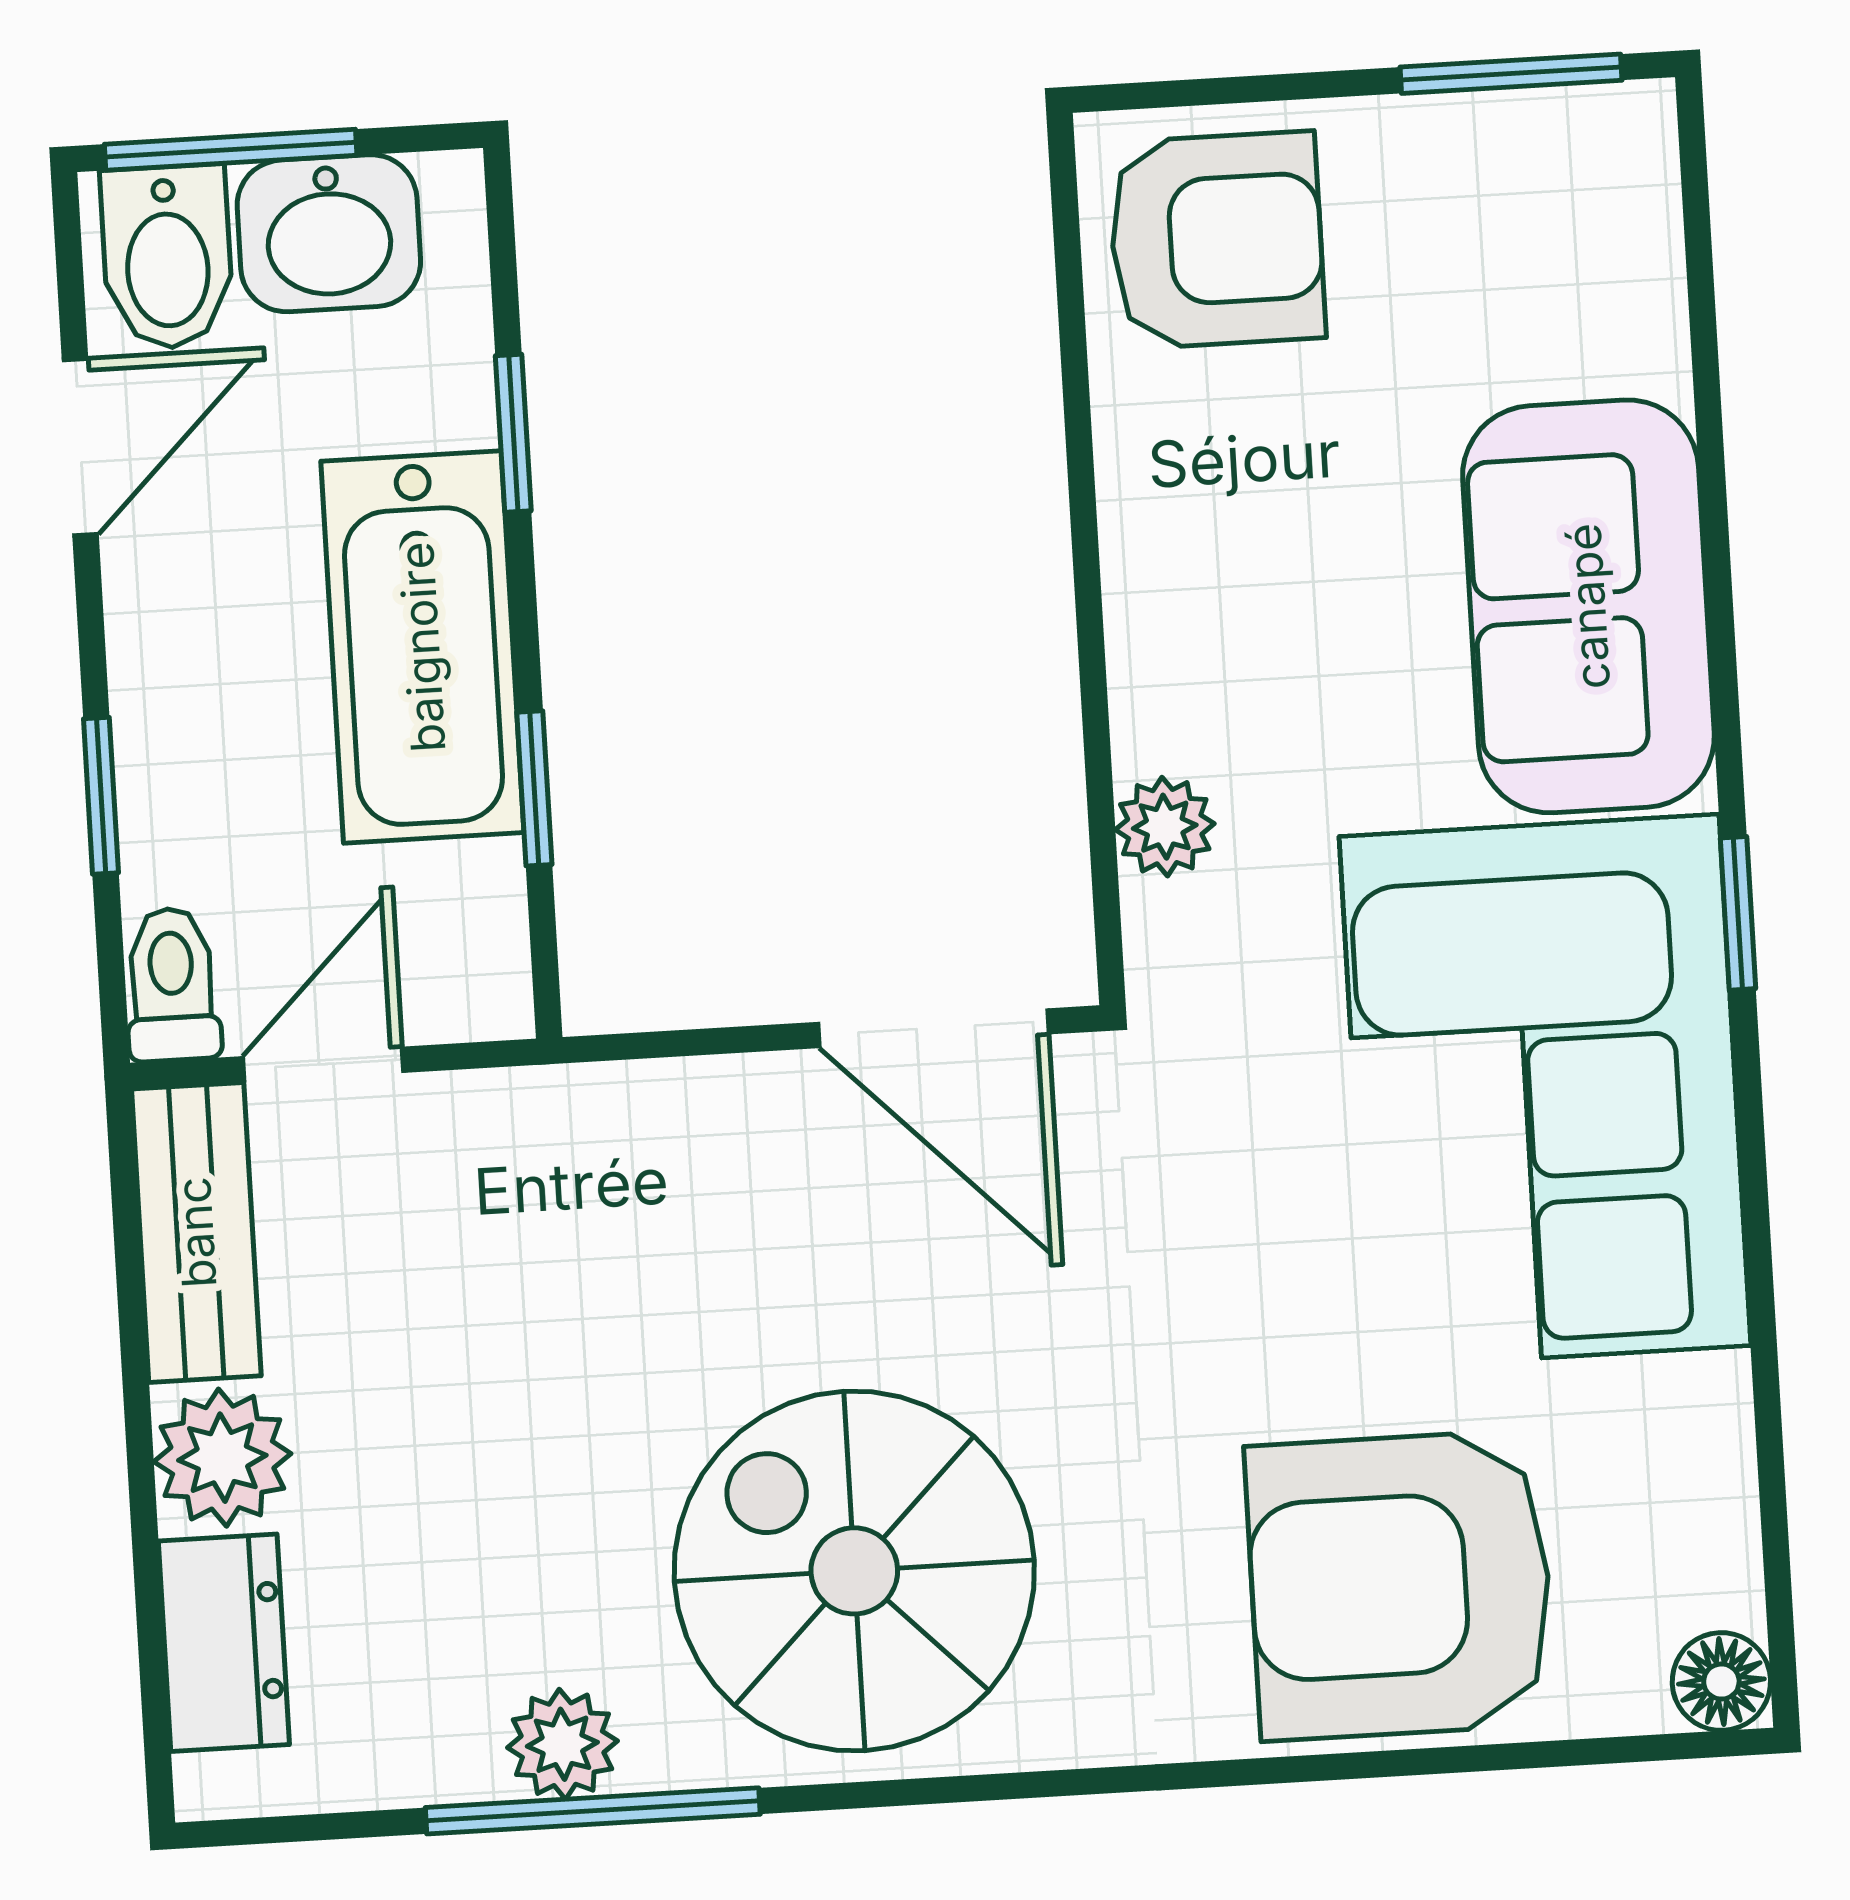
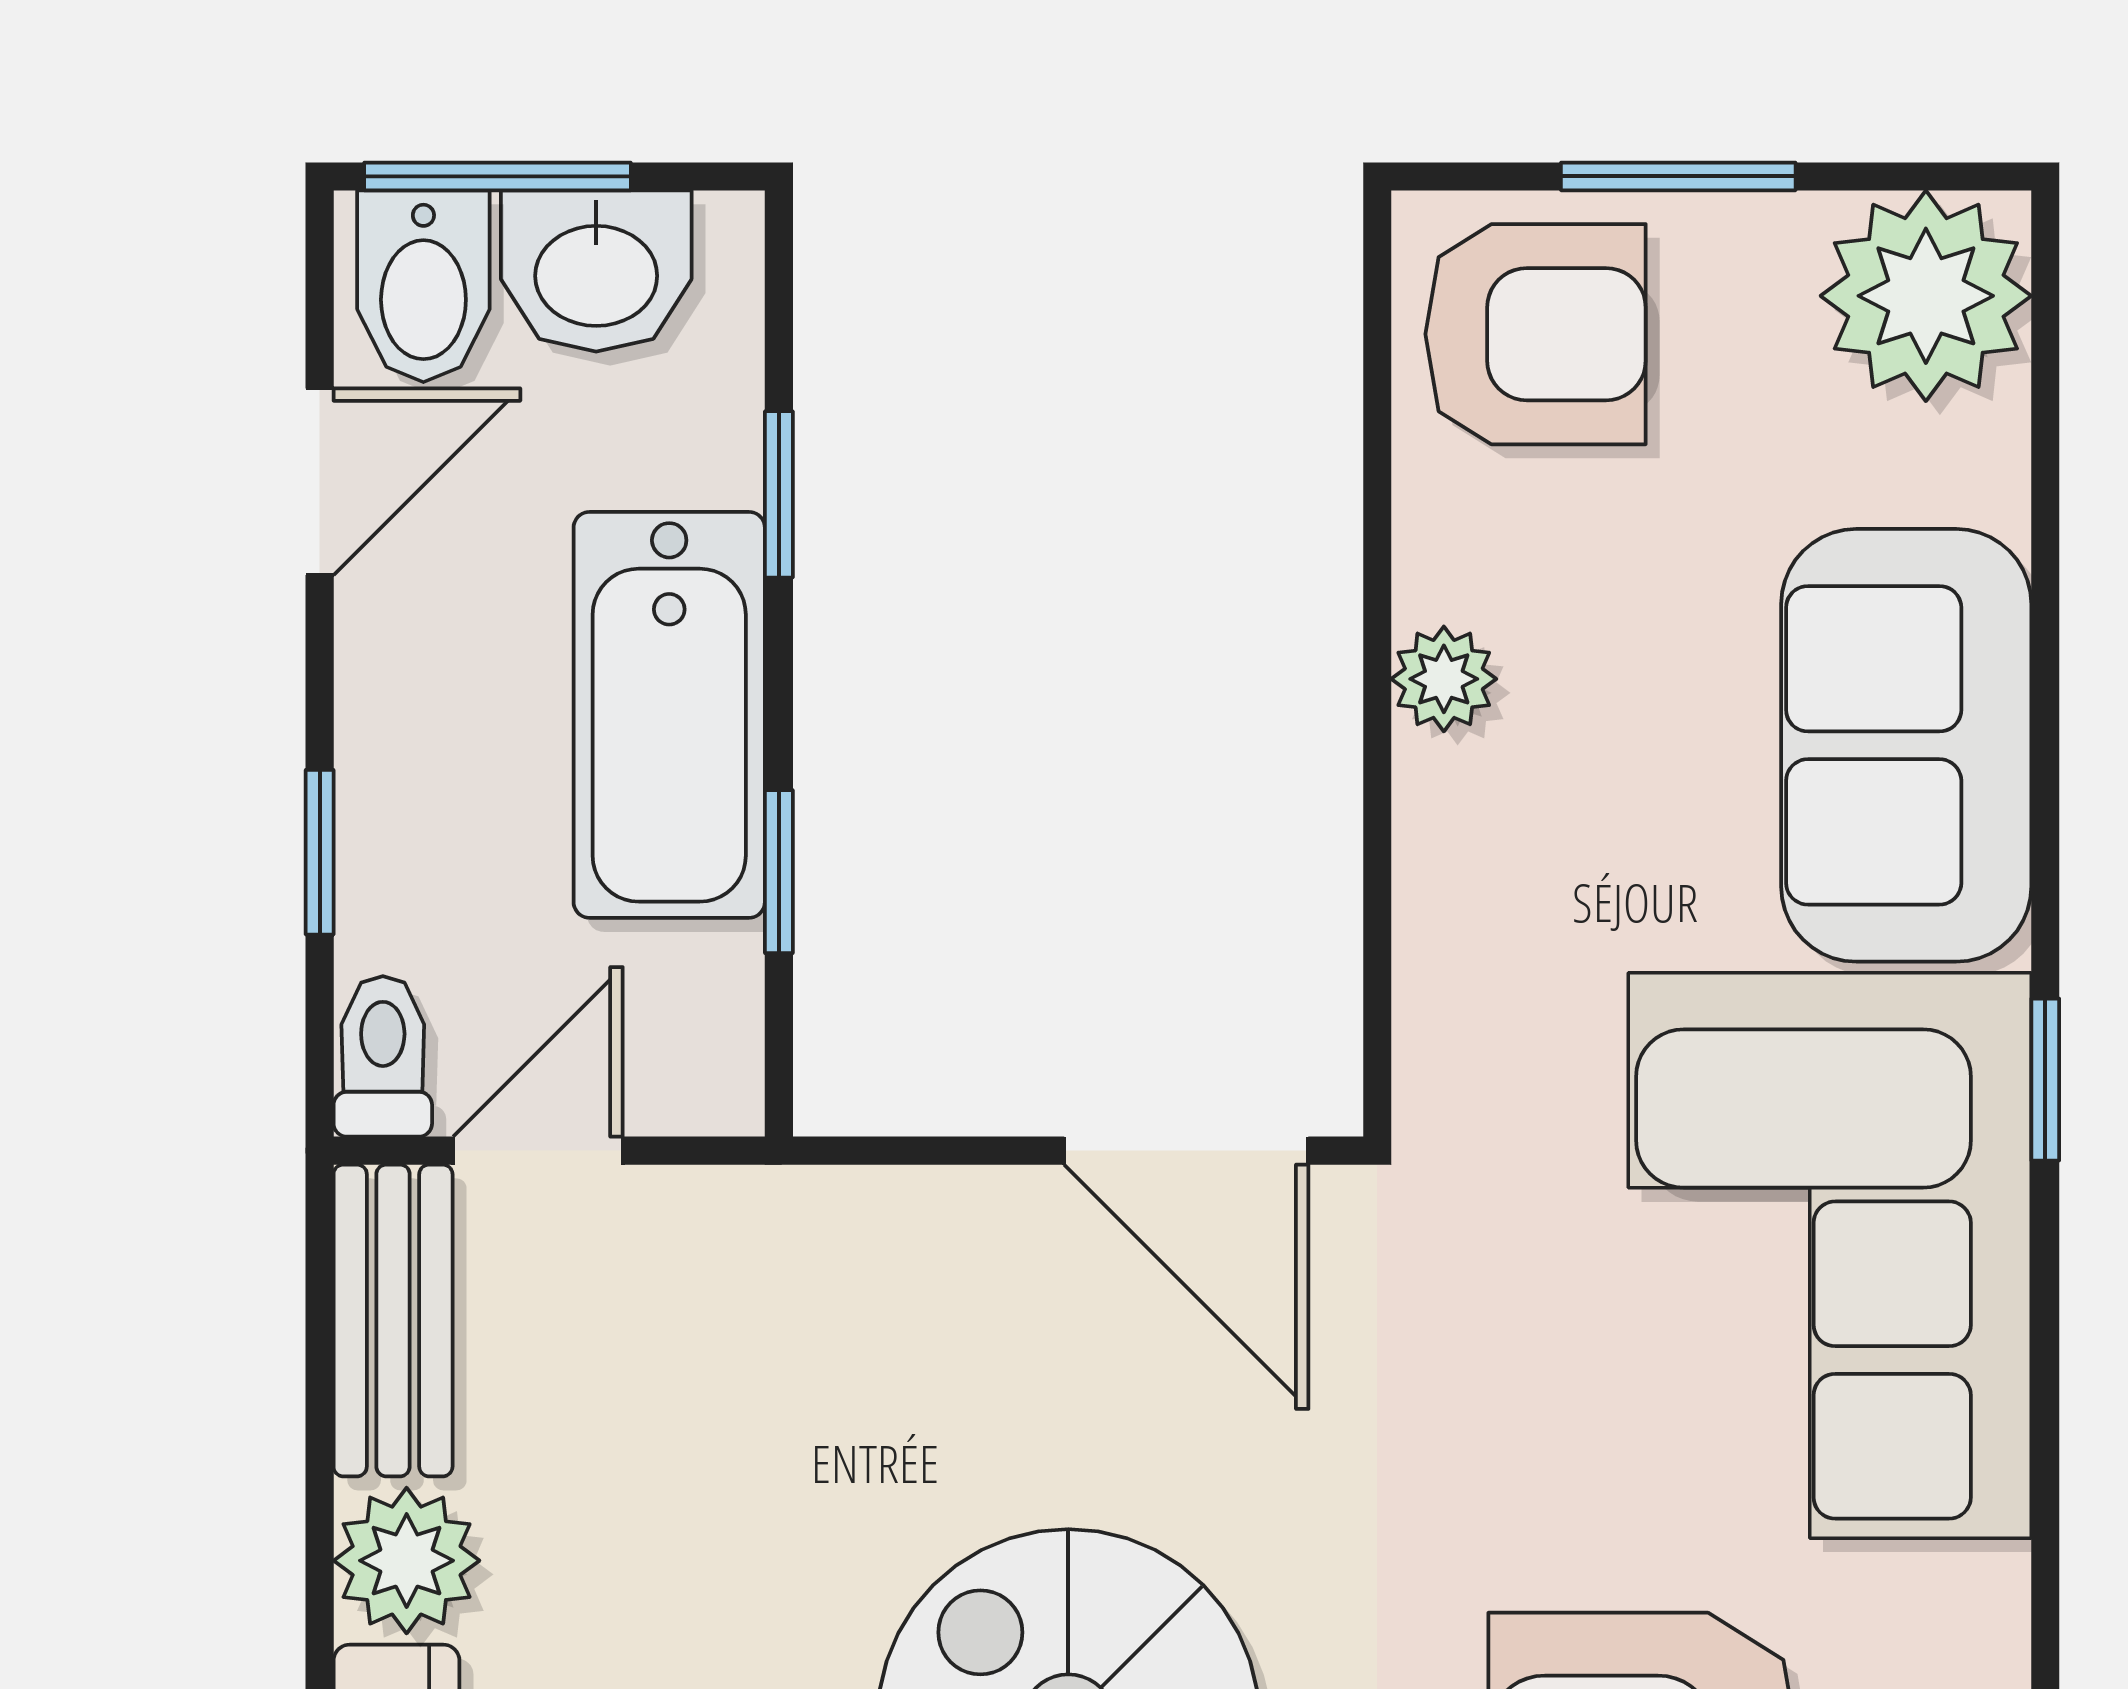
window: (1511, 74) -> (1678, 176), moved
plant: (1582, 182) -> (1926, 296), added
plant: (1165, 827) -> (1444, 679), moved

